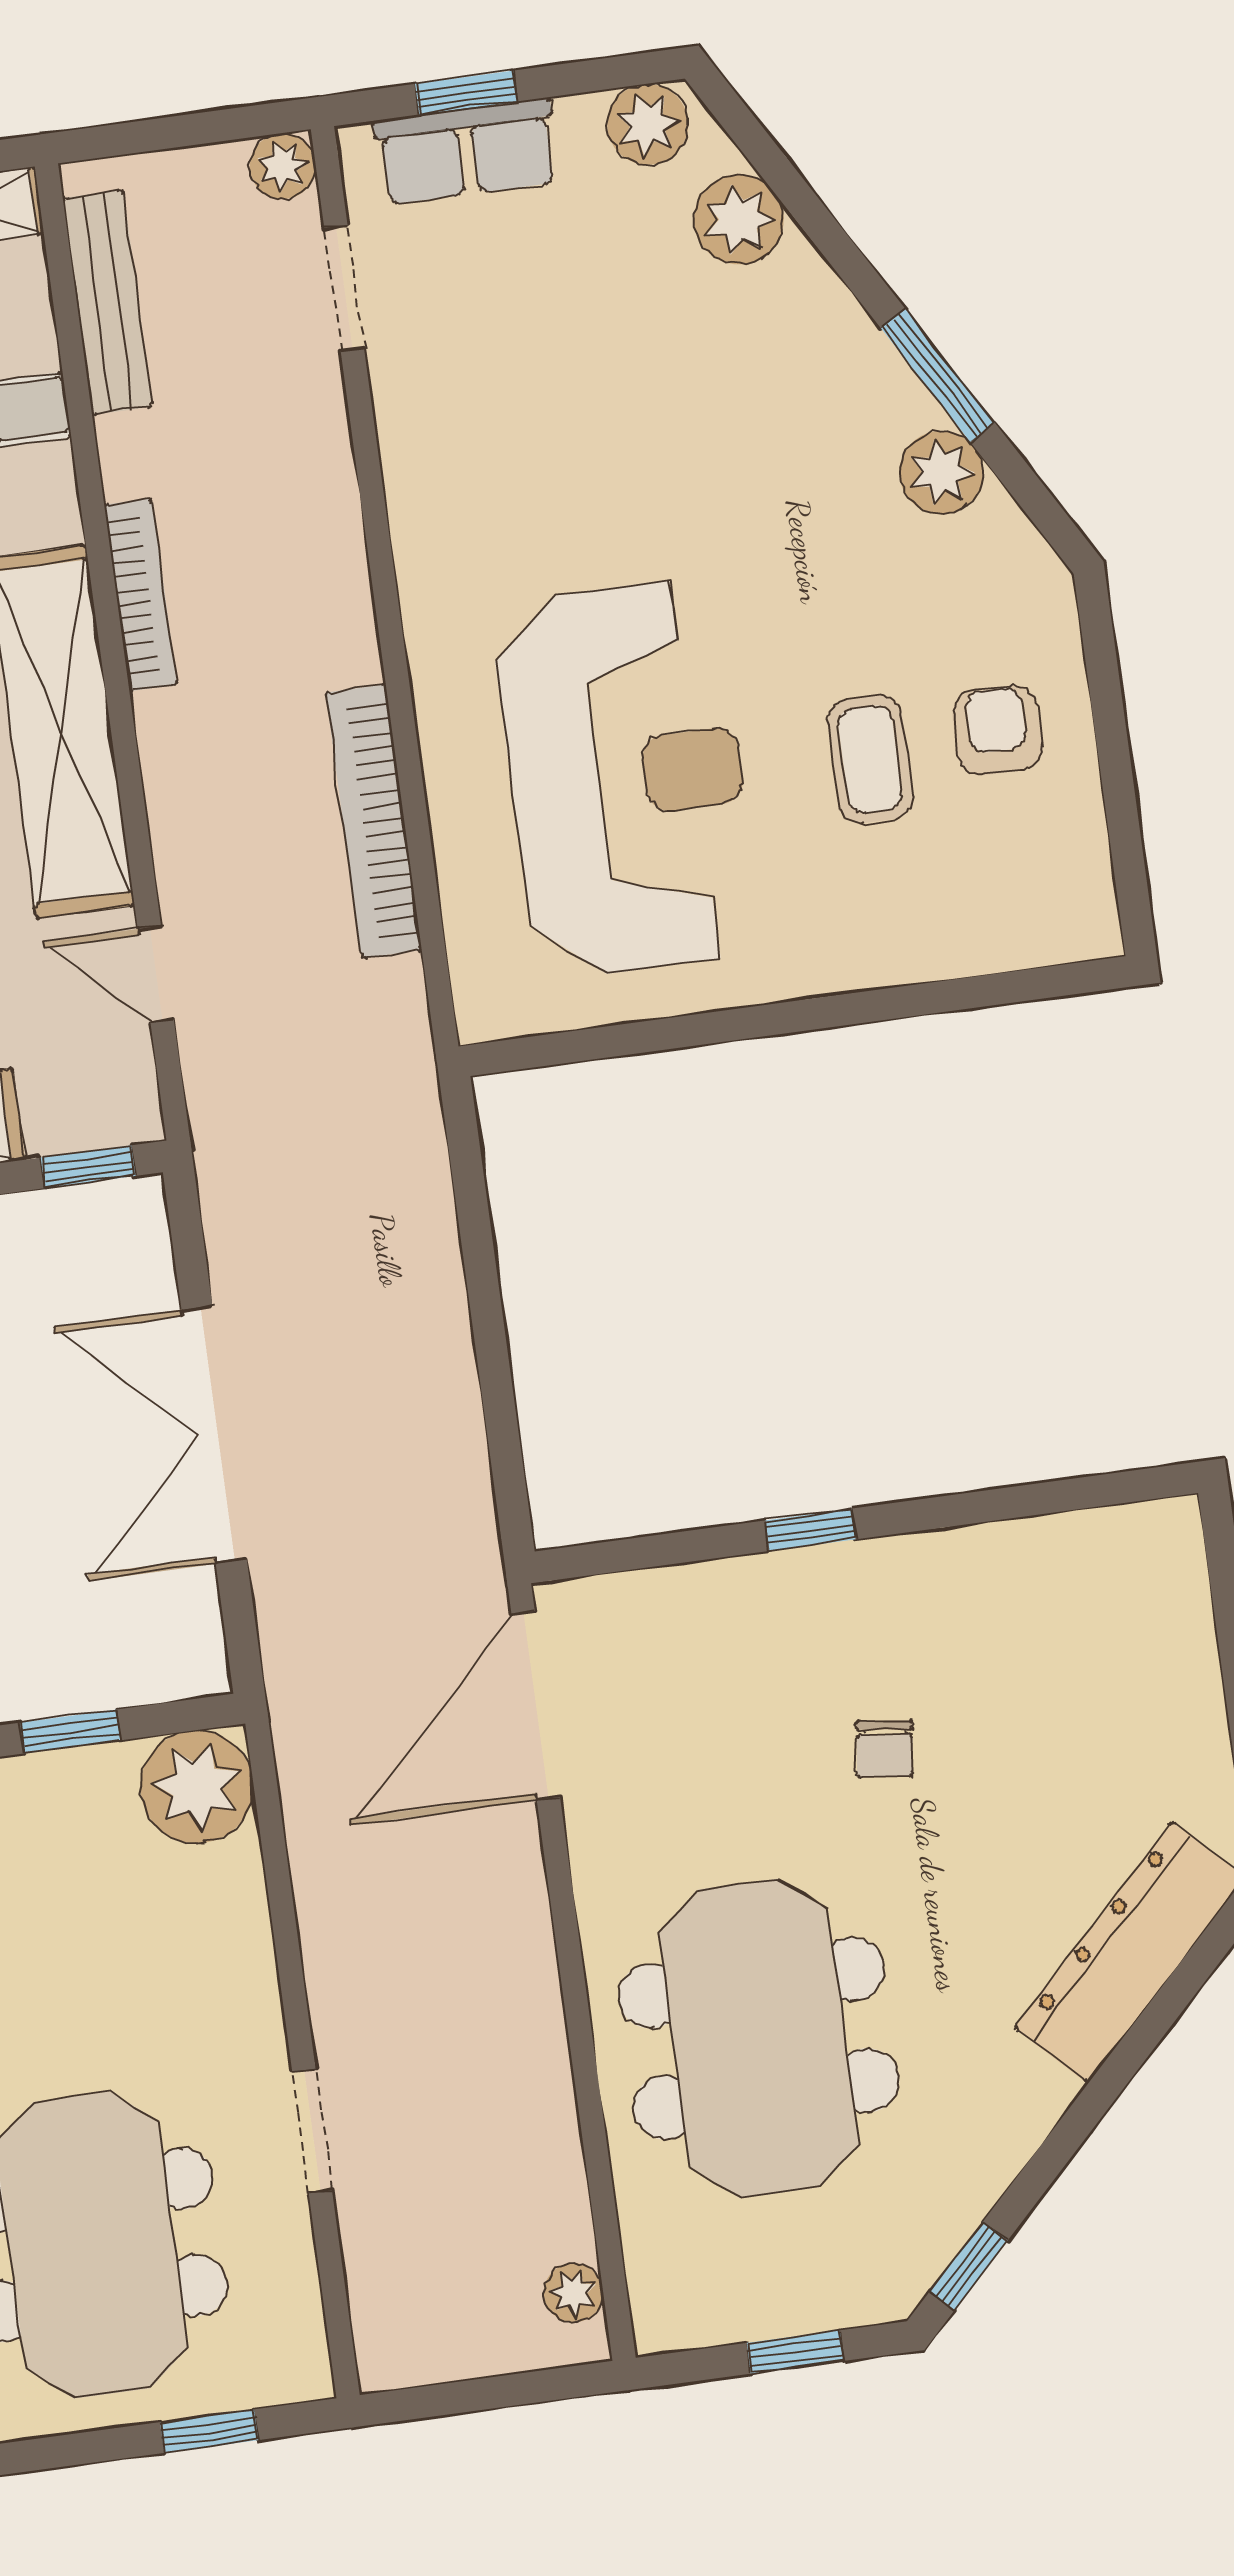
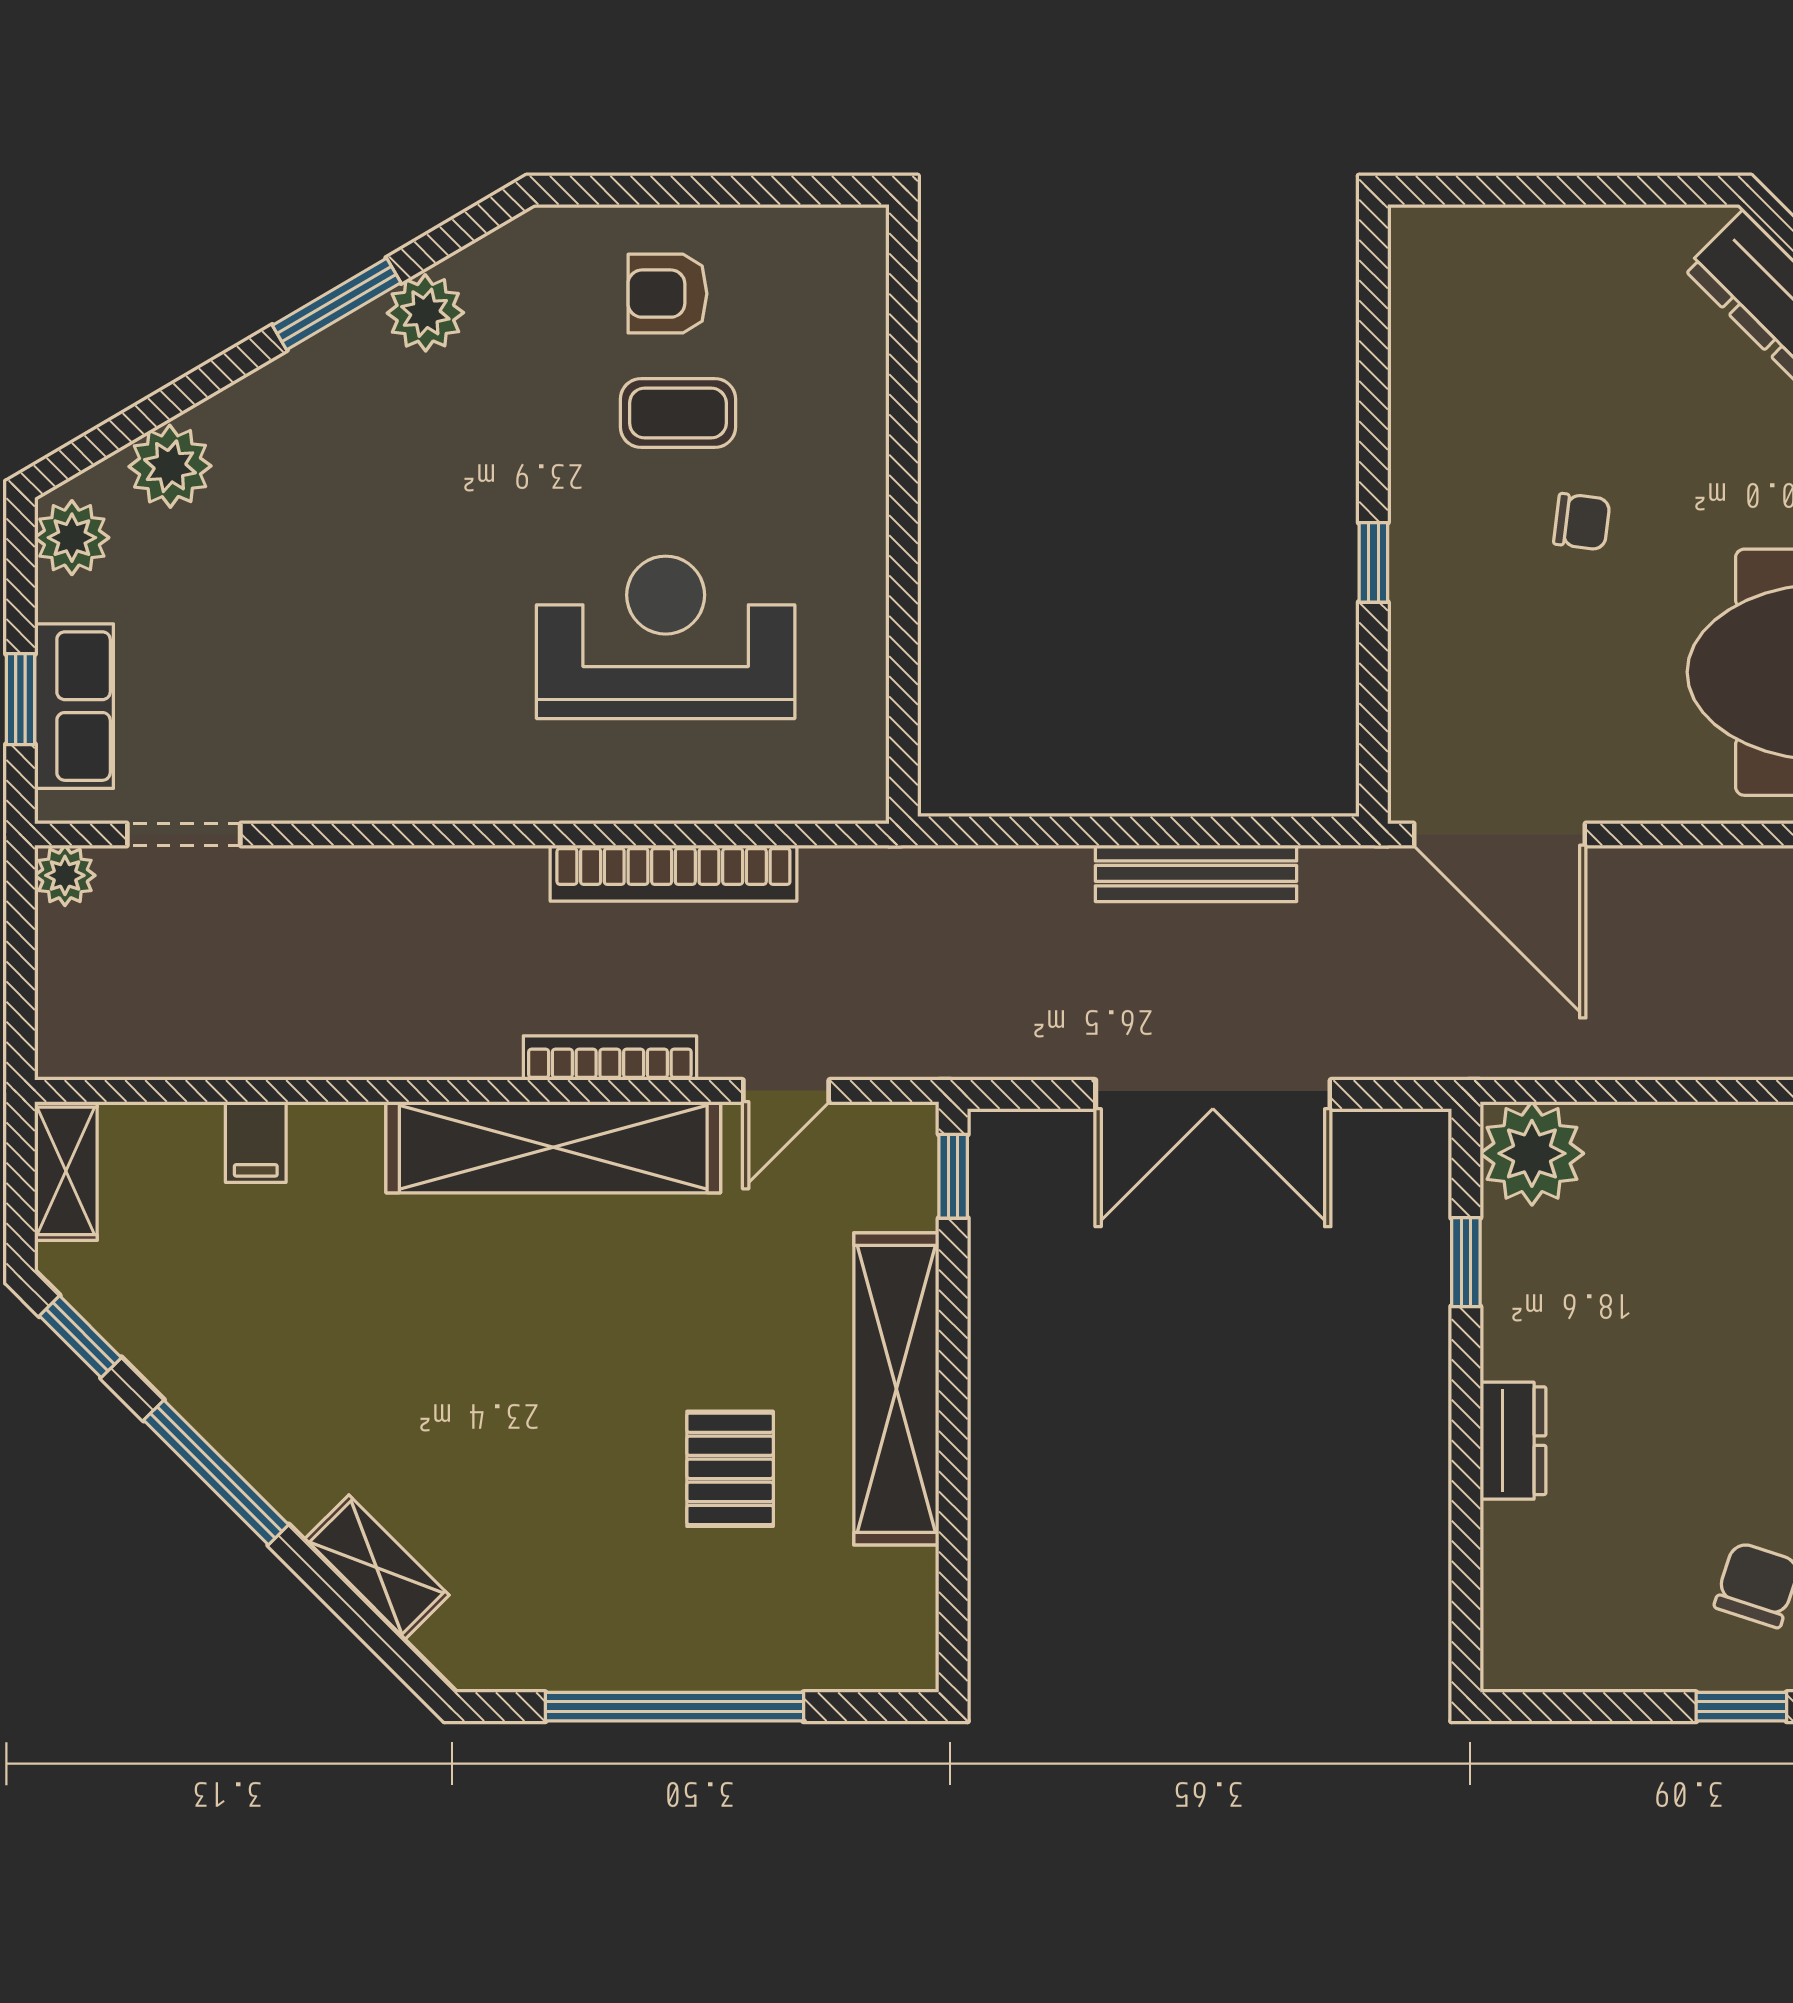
bench: (108, 302) -> (1196, 873), moved
bookcase: (140, 595) -> (610, 1058), moved
reception desk: (627, 778) -> (666, 637), width x0.74, depth x0.77

